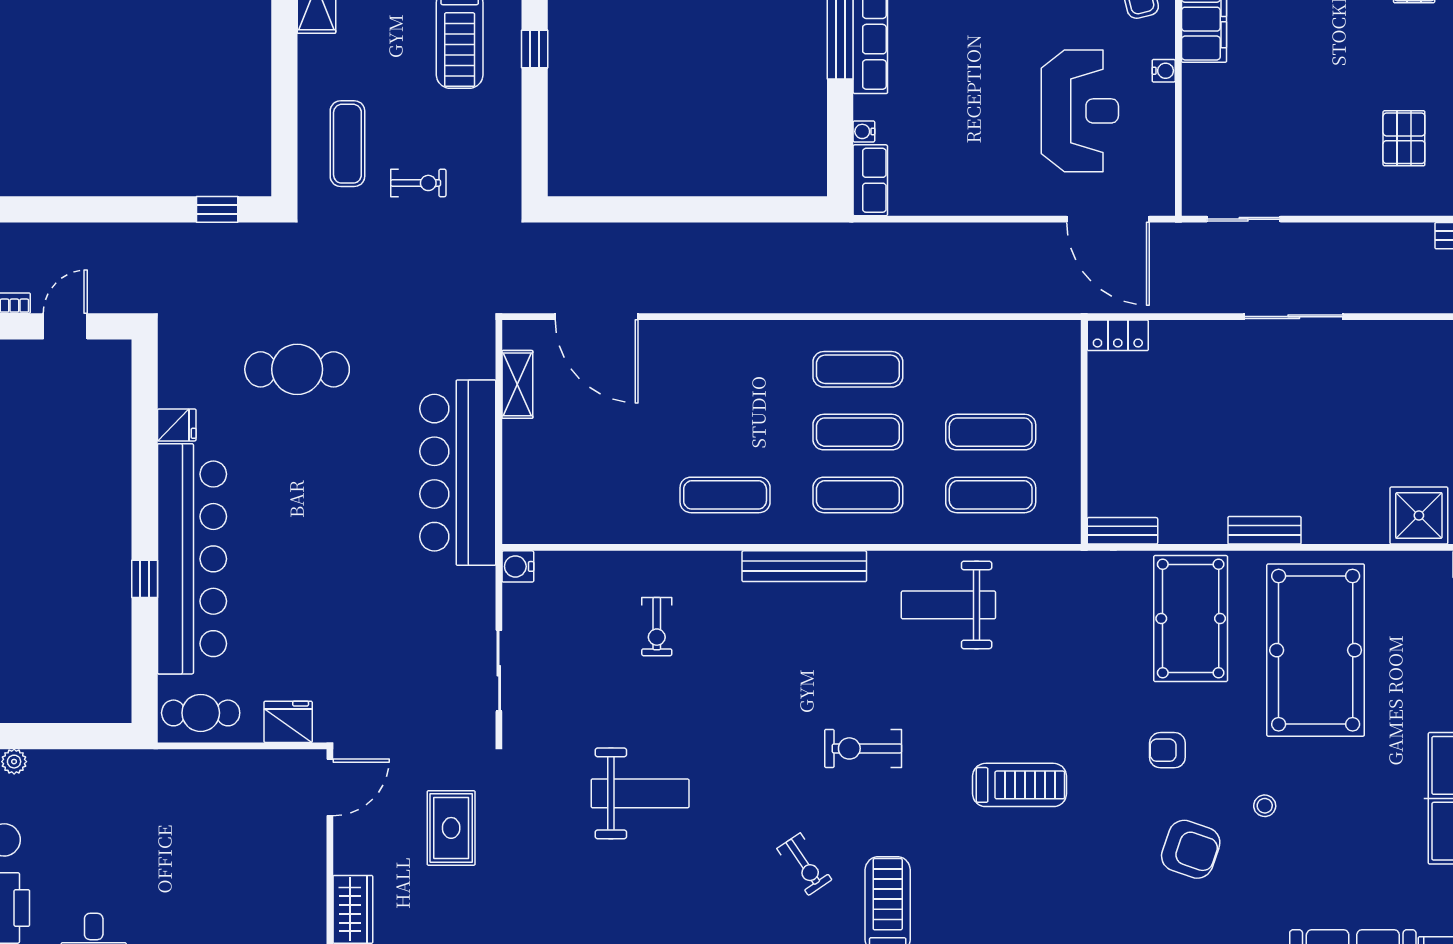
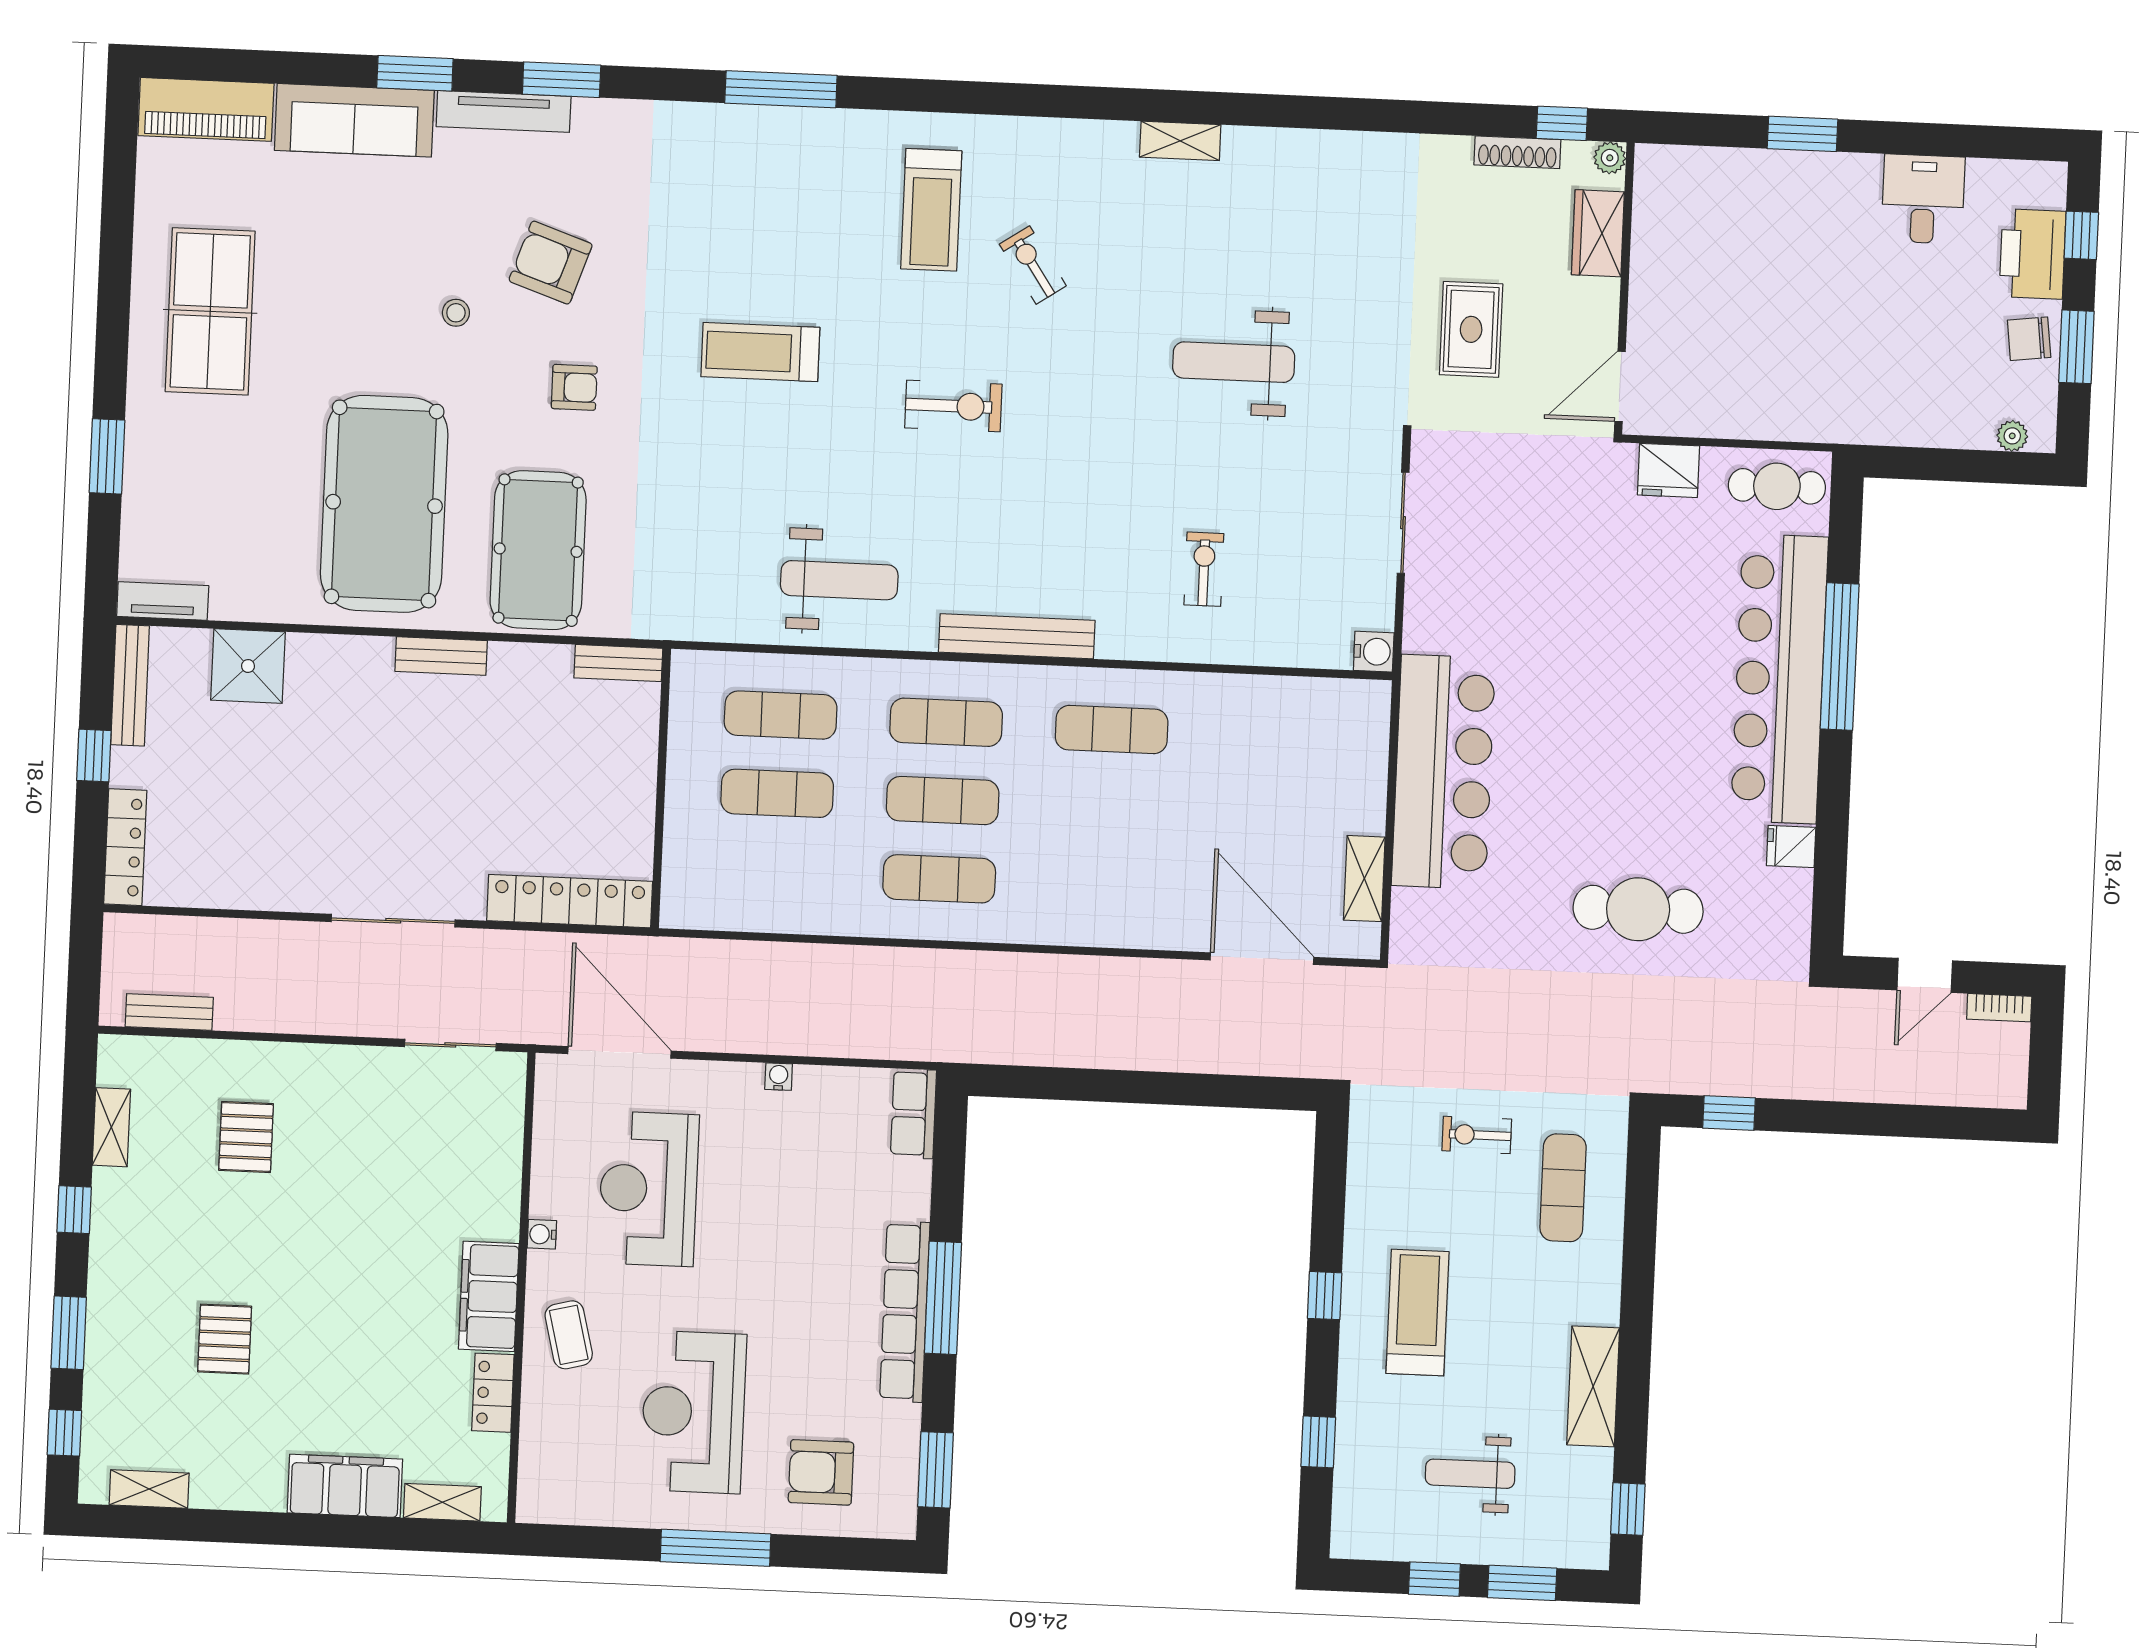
water cooler: (864, 131) -> (779, 1077), moved, turned -90
locker: (1118, 335) -> (570, 901), width x2.16, depth x1.21
window: (145, 579) -> (1840, 656), width x3.17

